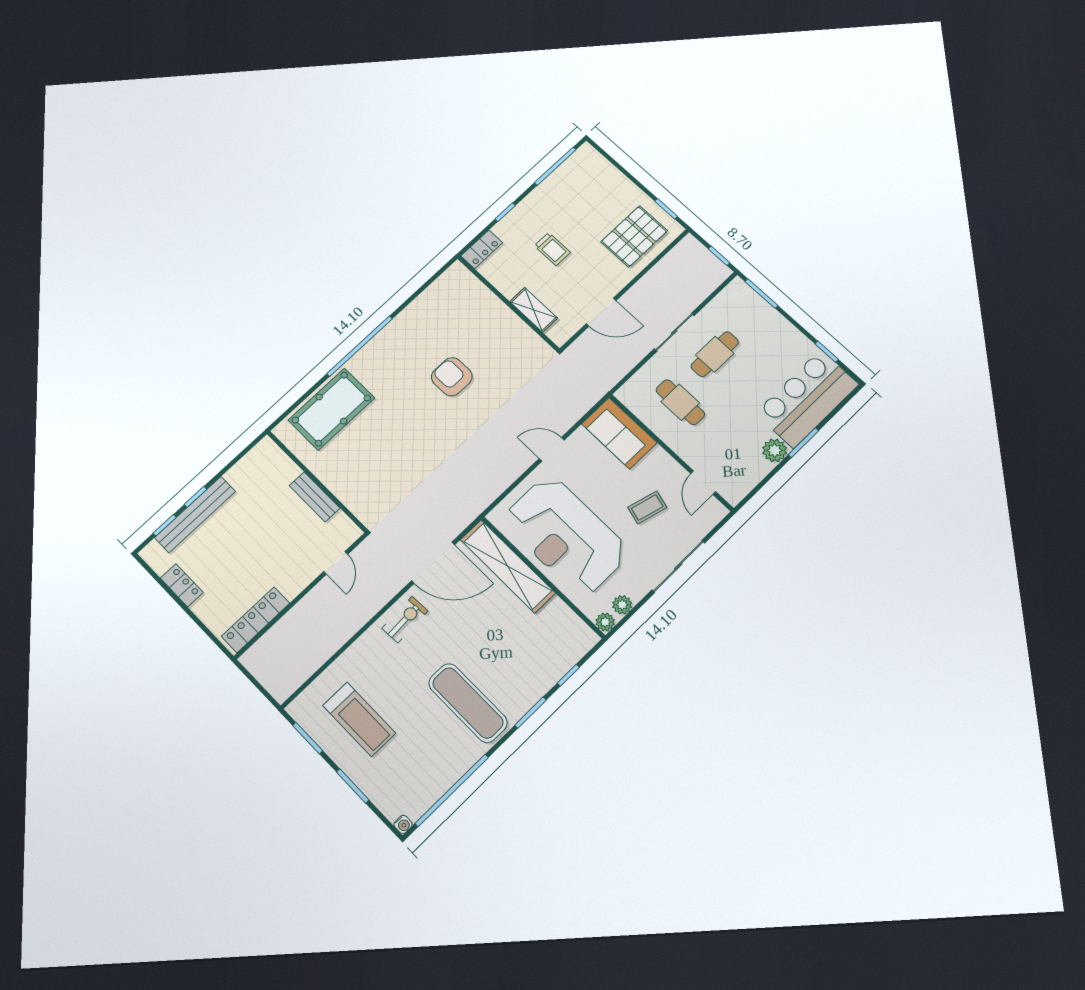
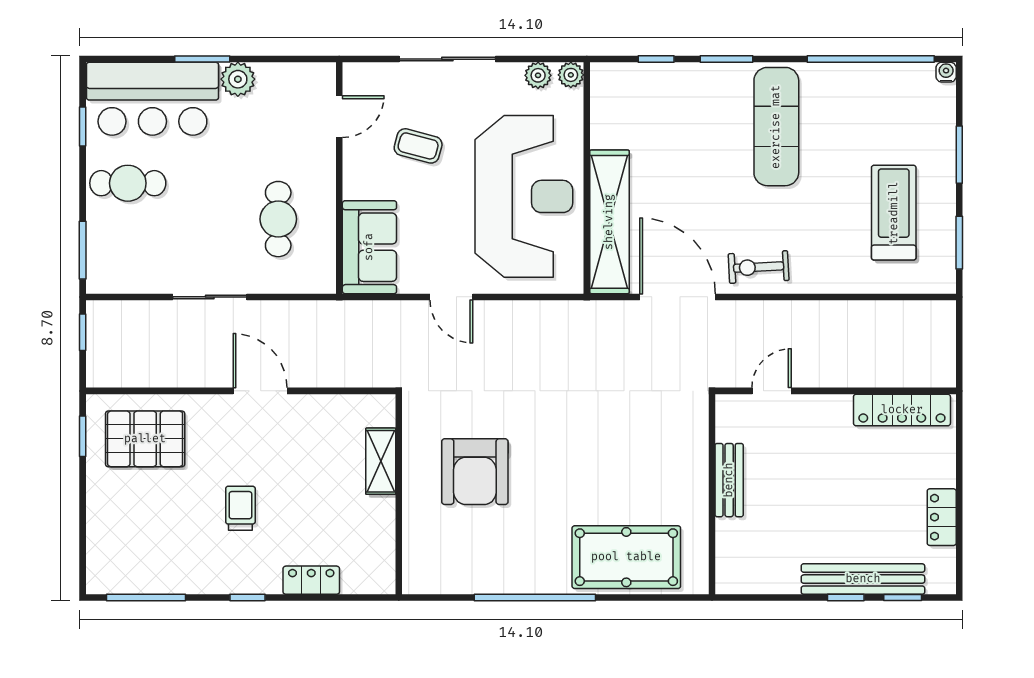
wall: (508, 303) -> (399, 494), moved
shelving: (534, 310) -> (381, 461), moved
cafe table: (715, 354) -> (128, 183), moved
armchair: (452, 377) -> (475, 472), width x1.36, depth x1.36

